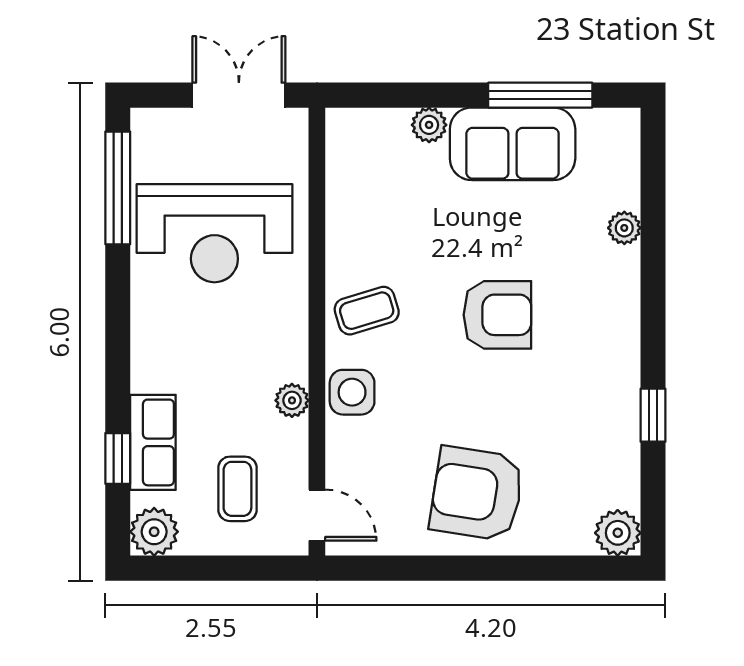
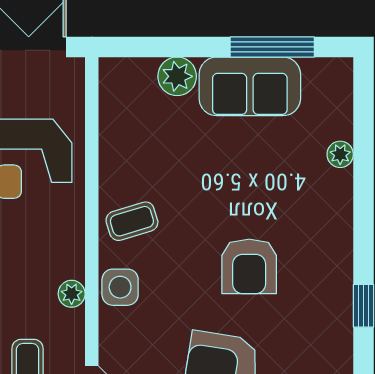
plant: (429, 125) -> (177, 76), width x1.38, depth x1.38
armchair: (497, 315) -> (249, 266), moved, turned 90

